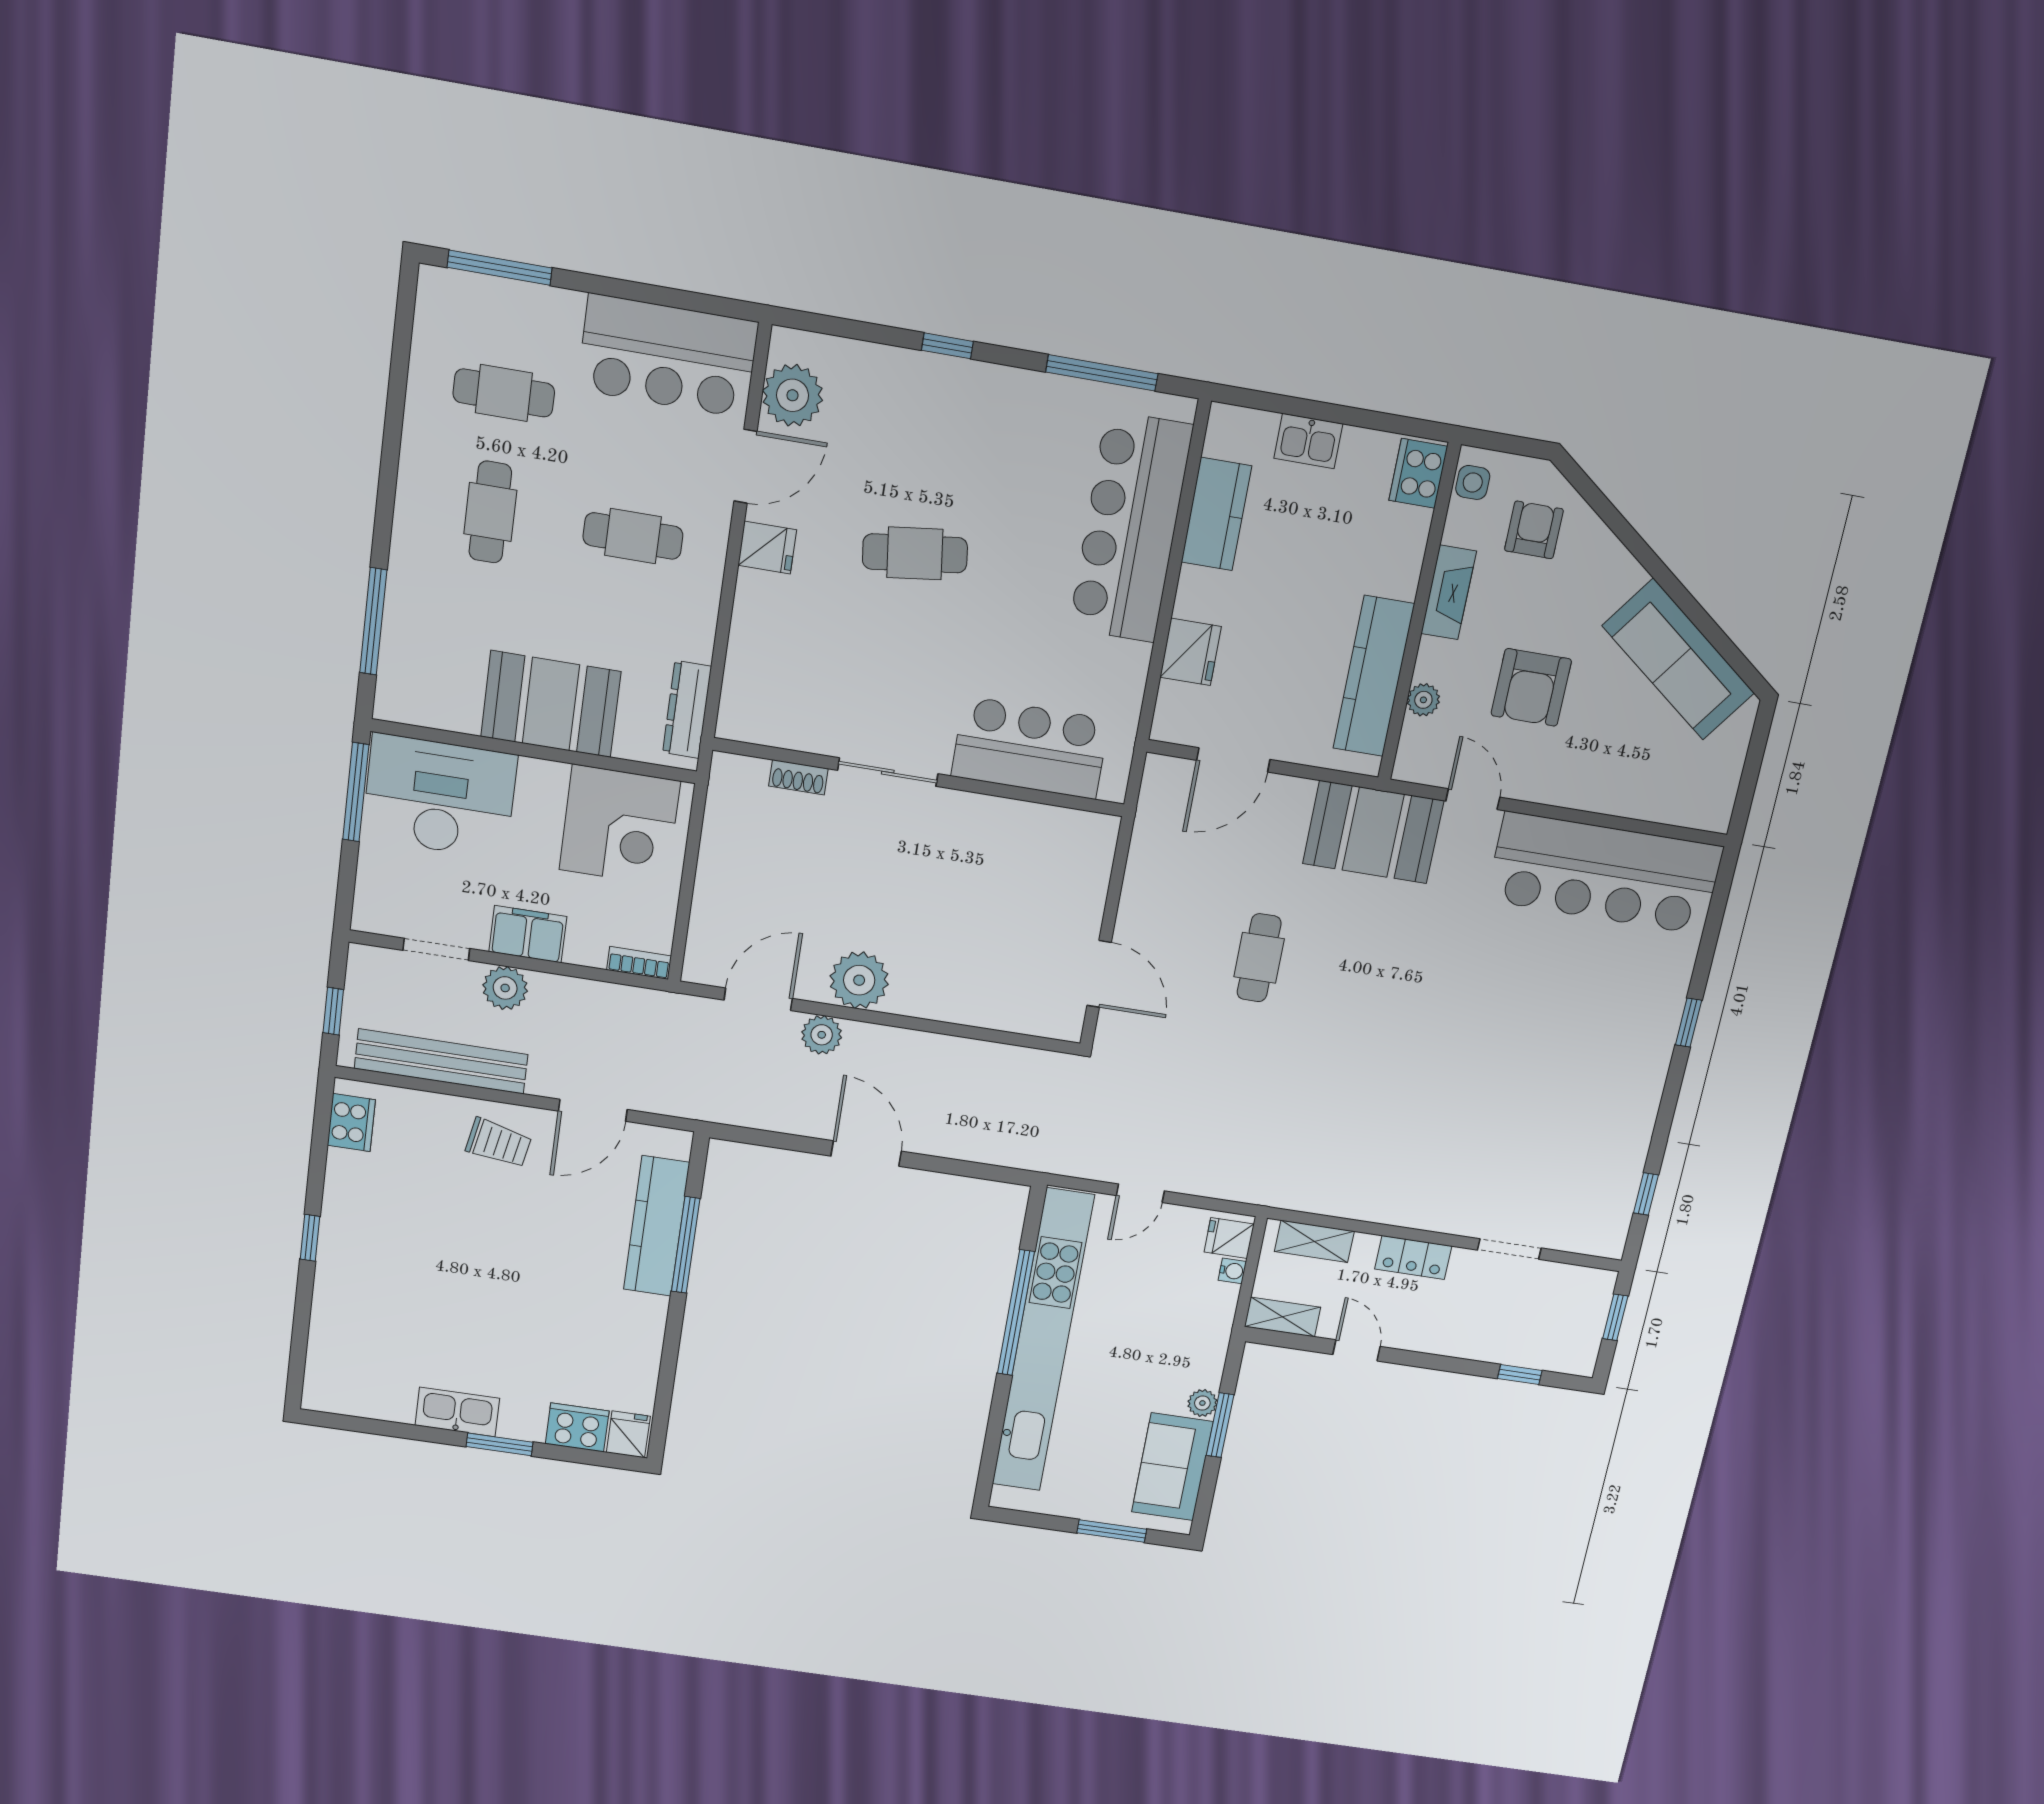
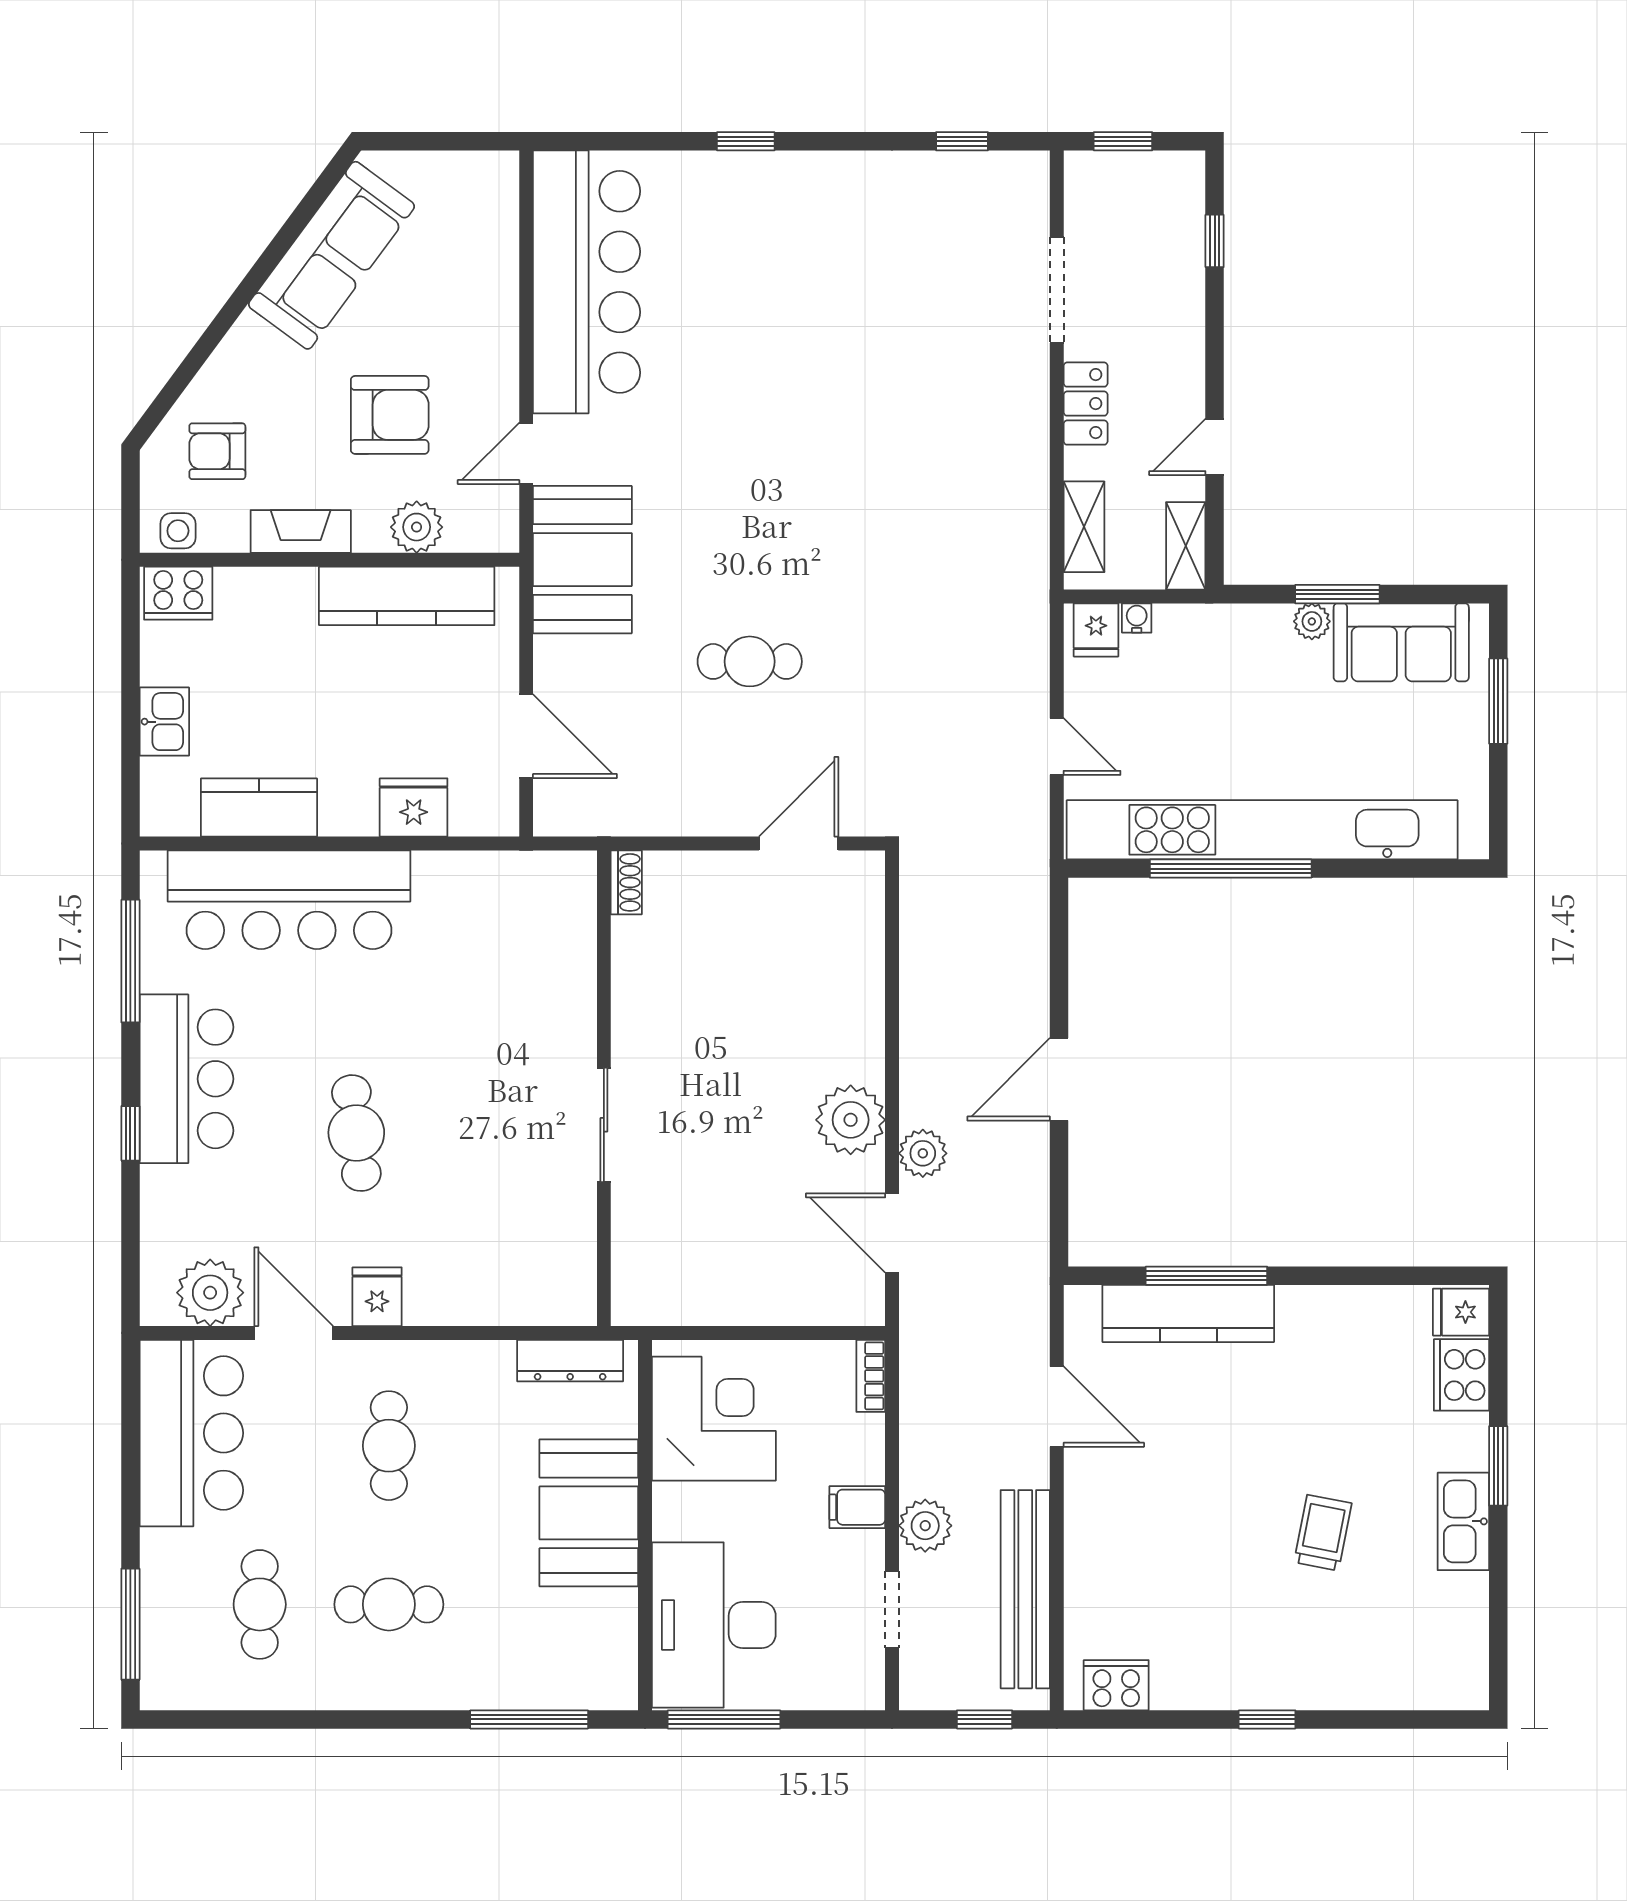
plant: (1423, 700) -> (417, 527), width x1.38, depth x1.38
bar counter: (1030, 748) -> (186, 1079), moved, turned 180
shoe rack: (798, 777) -> (626, 882), moved
filing cabinet: (528, 934) -> (857, 1507), width x0.50
trolley: (499, 1143) -> (1323, 1533), moved
doorway: (1509, 1249) -> (1057, 290), width x1.38

